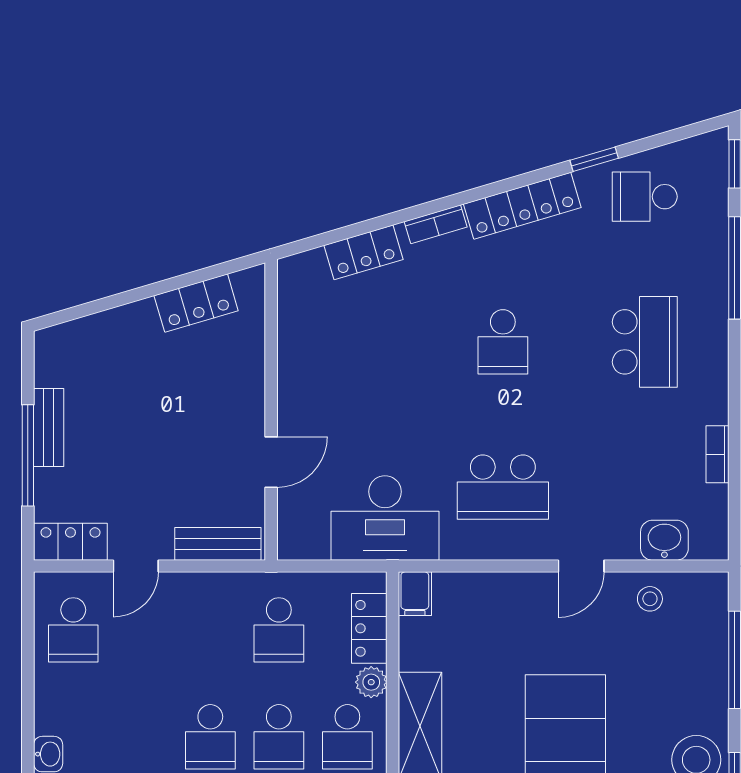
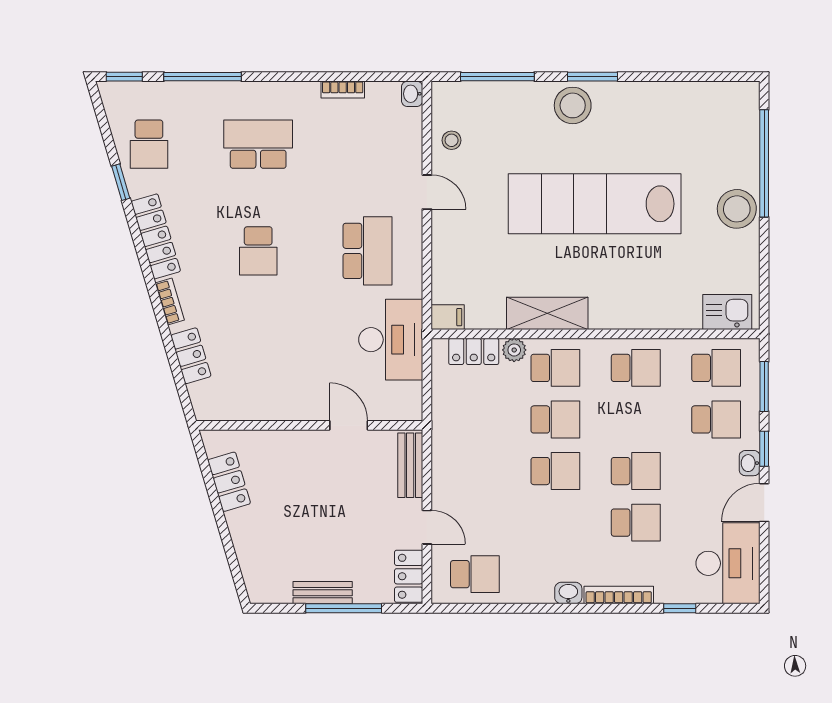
school desk: (503, 342) -> (258, 251), turned 90
washbasin: (664, 540) -> (412, 94), moved, width x0.72, depth x0.69
school desk: (279, 630) -> (475, 419), removed

